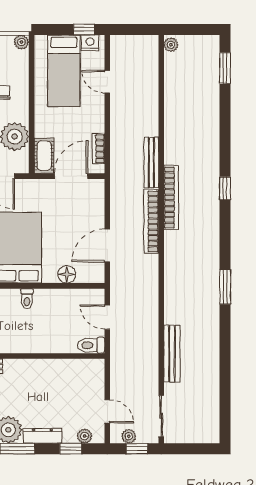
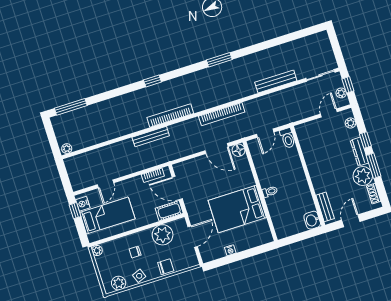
window: (225, 68) -> (71, 107), width x1.44
bookcase: (151, 221) -> (222, 114), moved
floor lamp: (67, 274) -> (239, 150), moved
window: (71, 449) -> (365, 140), moved

